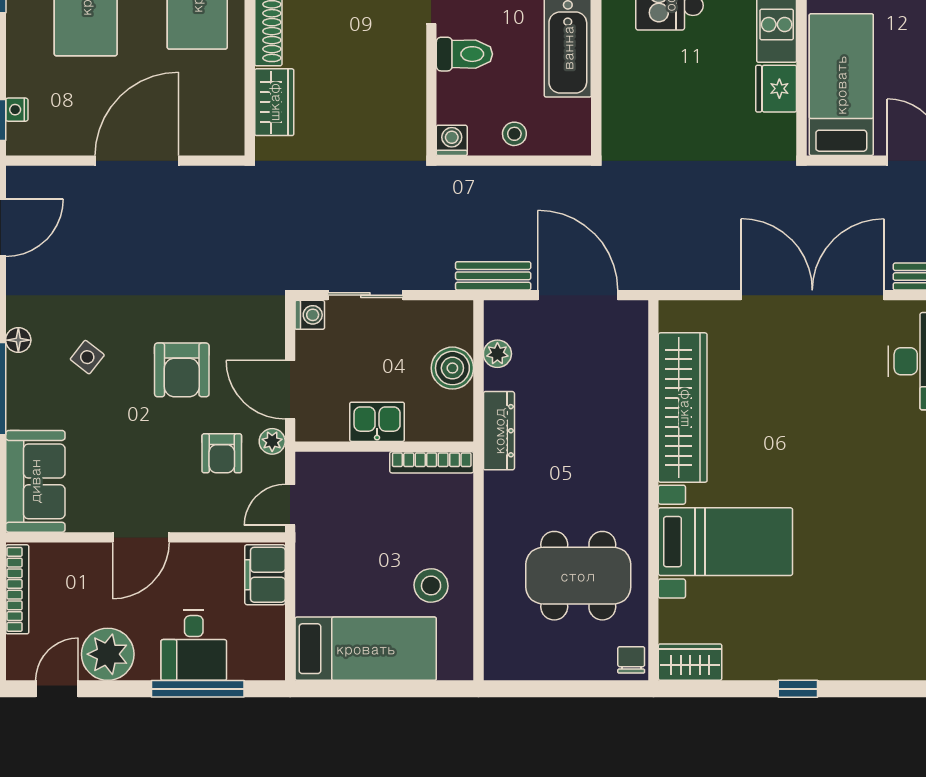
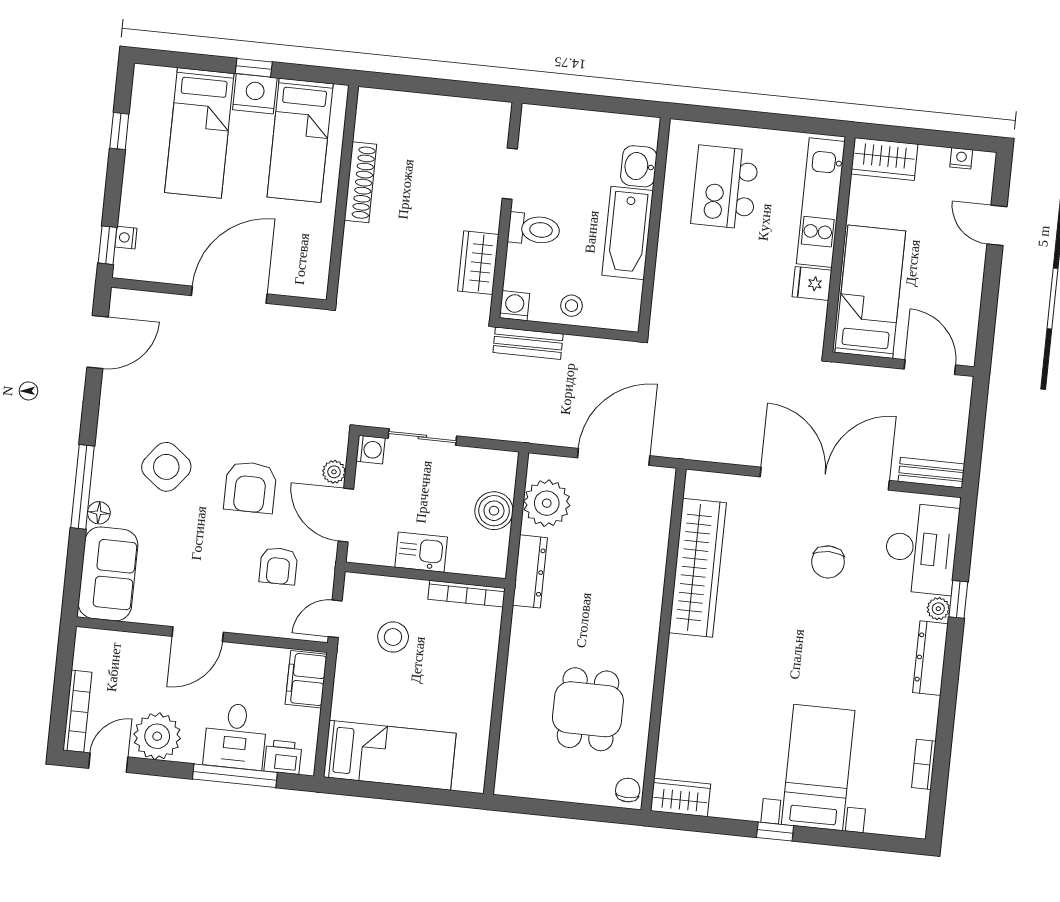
fridge: (776, 89) -> (812, 283), width x0.72
wardrobe: (274, 102) -> (478, 263), moved, turned 180
bench: (493, 276) -> (528, 343), moved
door: (578, 295) -> (614, 457), hinge flipped
floor lamp: (18, 340) -> (99, 513), moved
plant: (497, 354) -> (547, 503), width x1.88, depth x1.88
side table: (87, 357) -> (166, 467), width x1.87, depth x1.87
chair: (825, 386) -> (828, 562), added
plant: (272, 441) -> (334, 472), moved
bed with nightstands: (725, 542) -> (818, 767), moved, turned -90
dining table: (578, 576) -> (588, 709), width x0.73
stool: (431, 586) -> (393, 637), moved
bookcase: (17, 589) -> (77, 711), moved
printer: (248, 663) -> (283, 757), added

